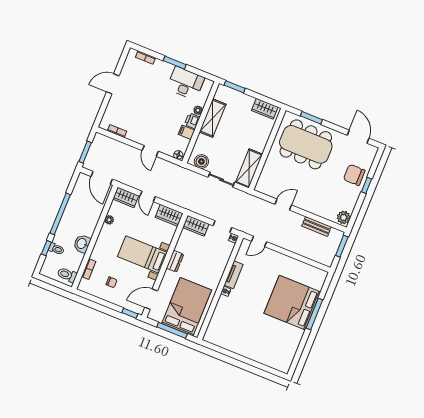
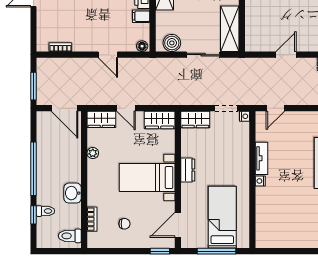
bed: (187, 307) -> (222, 217), width x0.67

